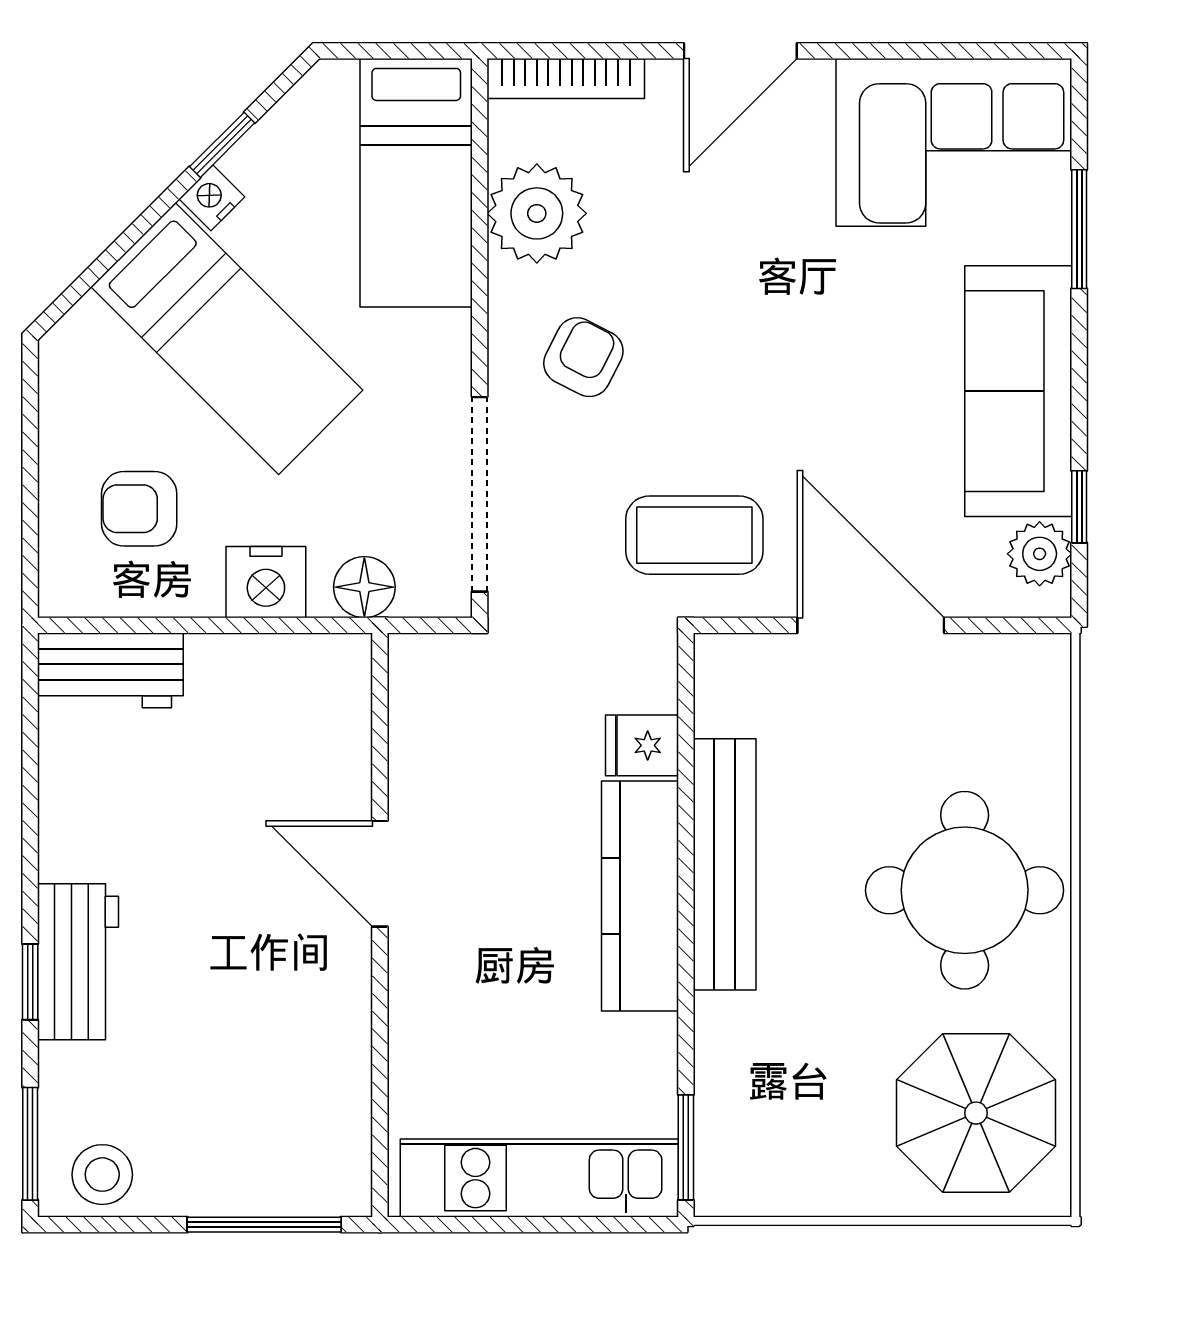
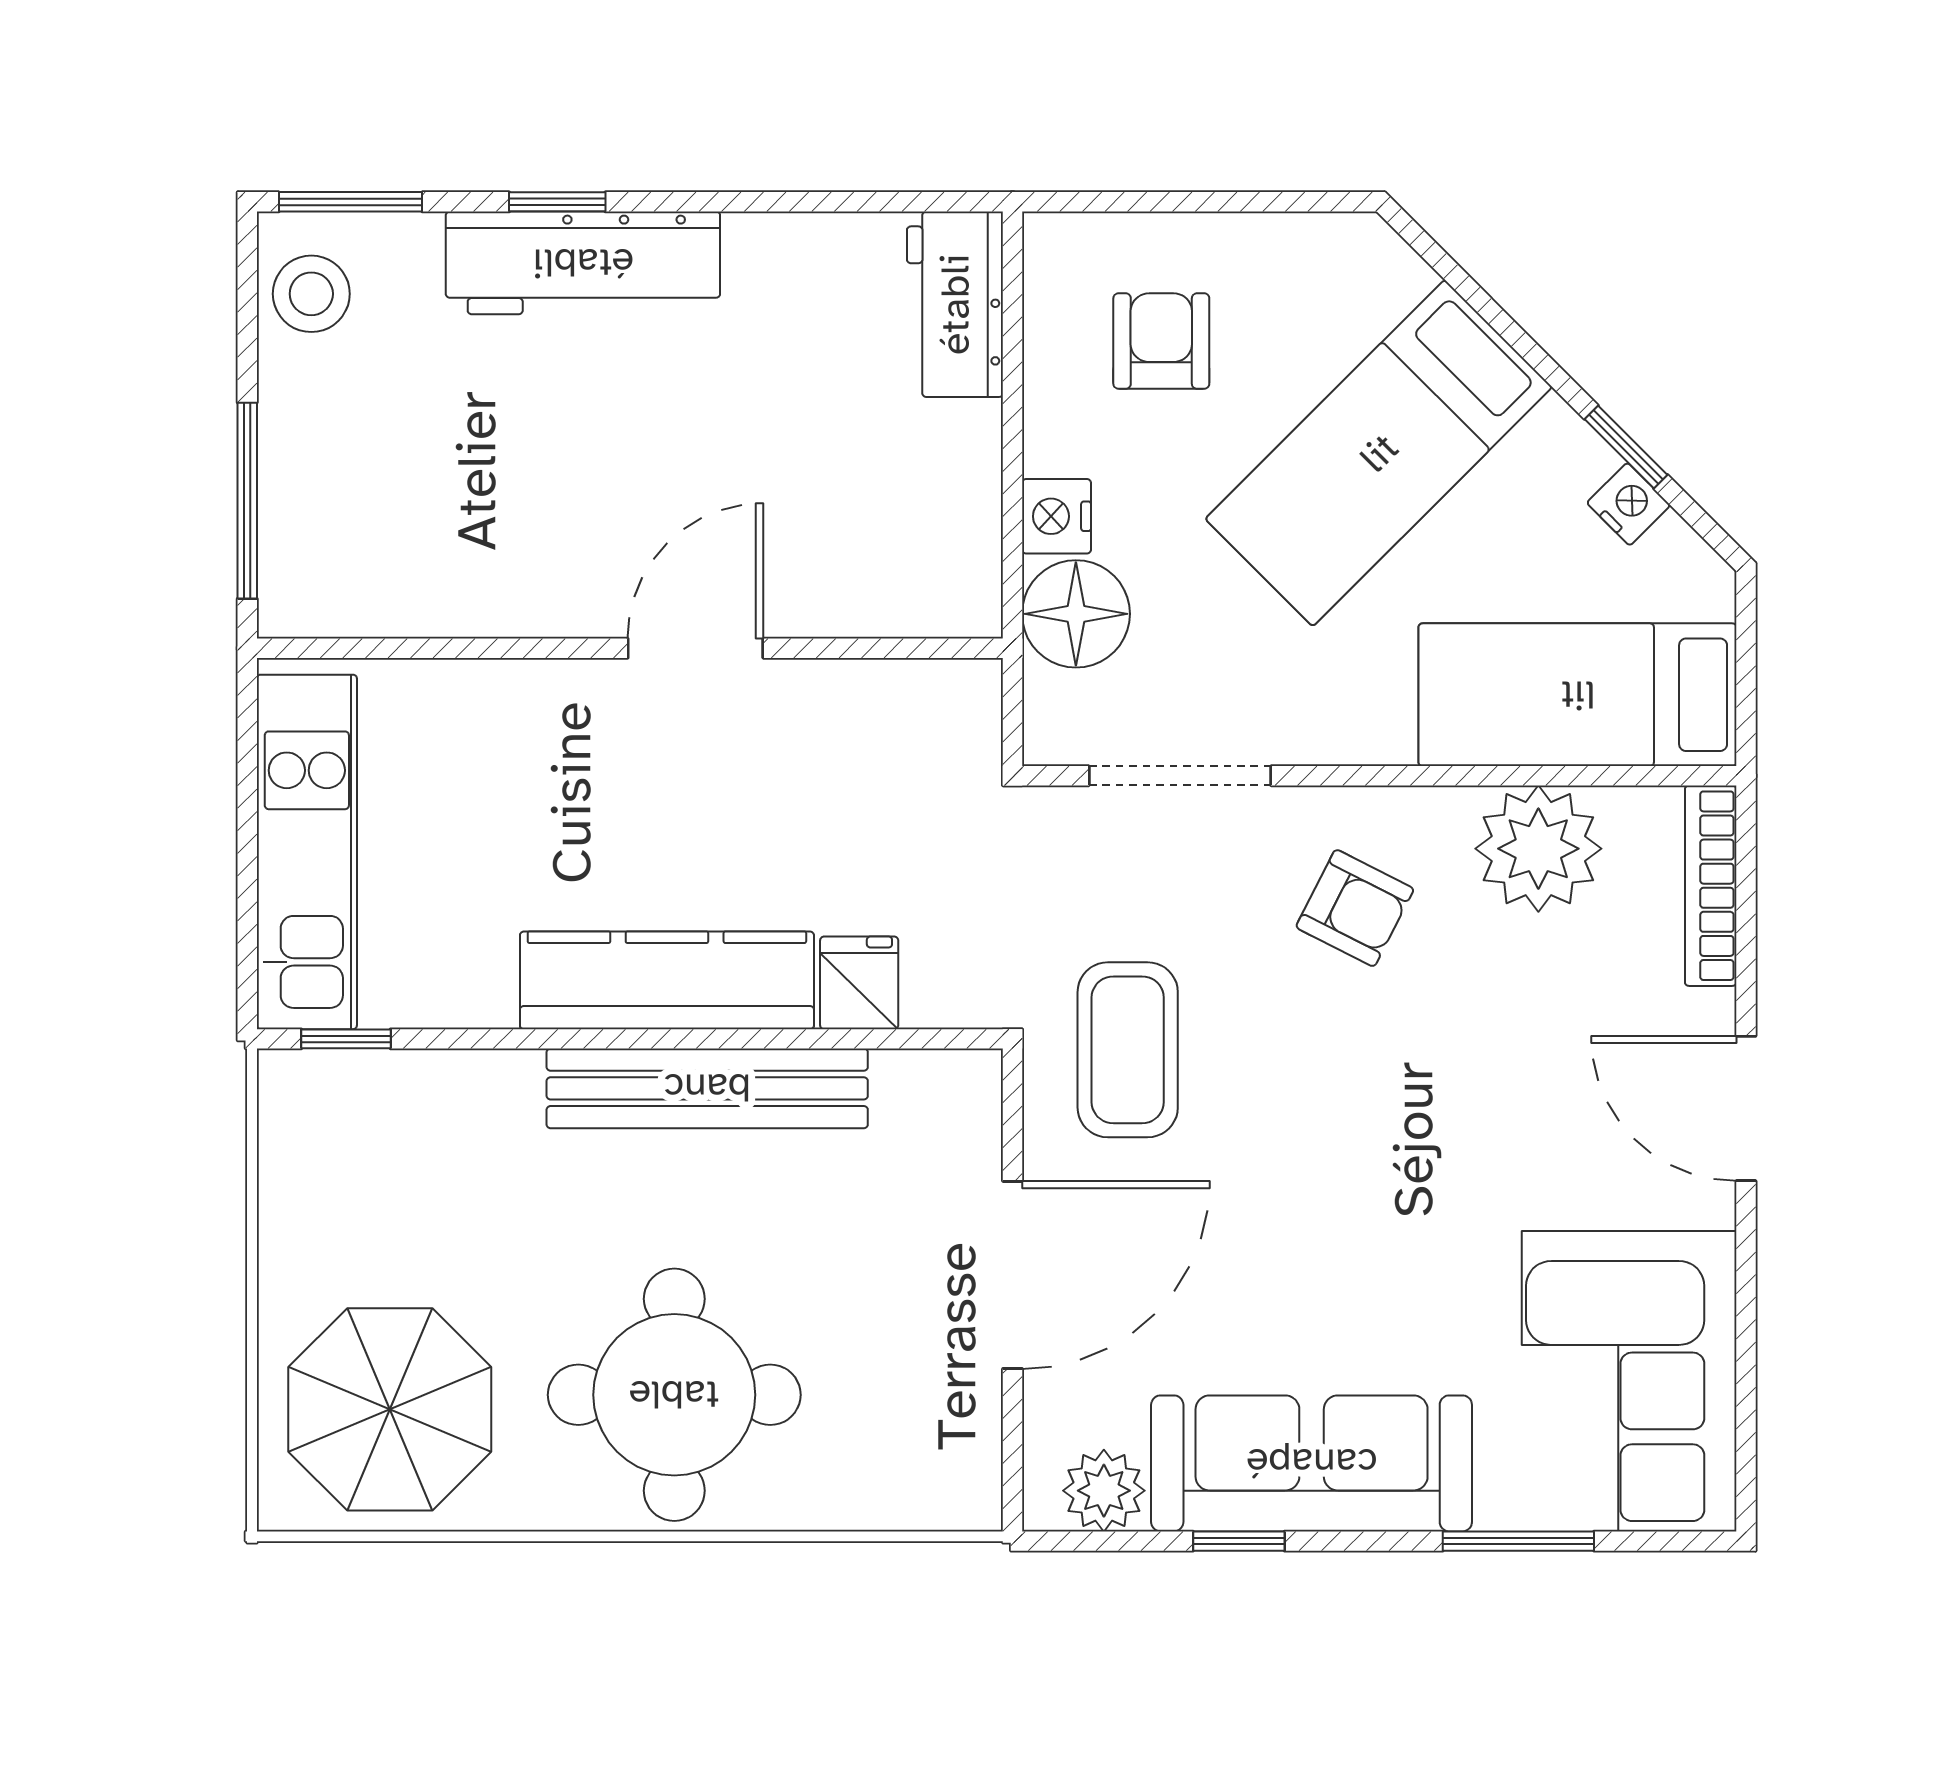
nightstand: (212, 198) -> (1629, 504), moved
doorway: (480, 494) -> (1180, 776), width x0.73
window: (1079, 507) -> (1239, 1541), moved
nightstand: (266, 582) -> (1056, 516), width x0.74, depth x0.75
floor lamp: (364, 587) -> (1076, 614), width x1.38, depth x1.38
workbench: (78, 962) -> (583, 263), width x1.38
window: (686, 1147) -> (346, 1039), width x0.67

